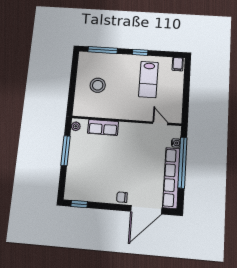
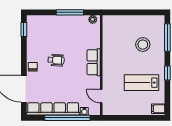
stool: (98, 85) -> (143, 45), moved
door: (160, 123) -> (101, 96), swing flipped
row of seats: (103, 127) -> (94, 62), moved
wheelchair: (117, 170) -> (56, 60), added

